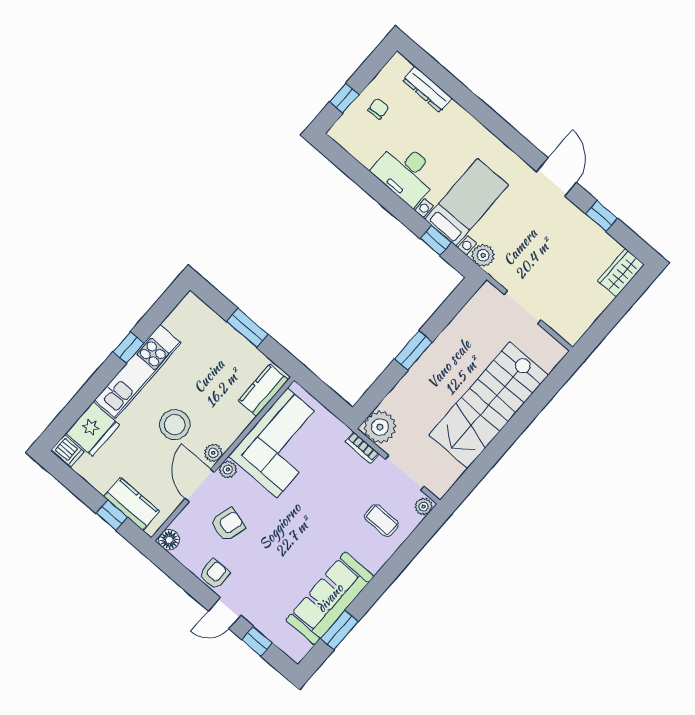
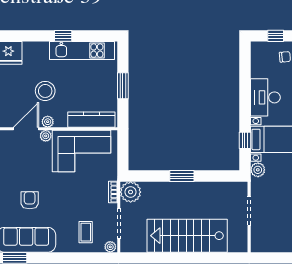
kitchen unit: (138, 371) -> (82, 51), moved
kitchen counter: (263, 390) -> (91, 120), width x1.50
armchair: (228, 524) -> (30, 200), moved, turned -106

